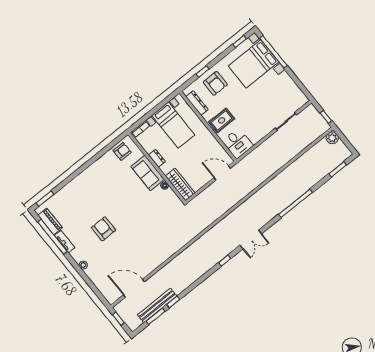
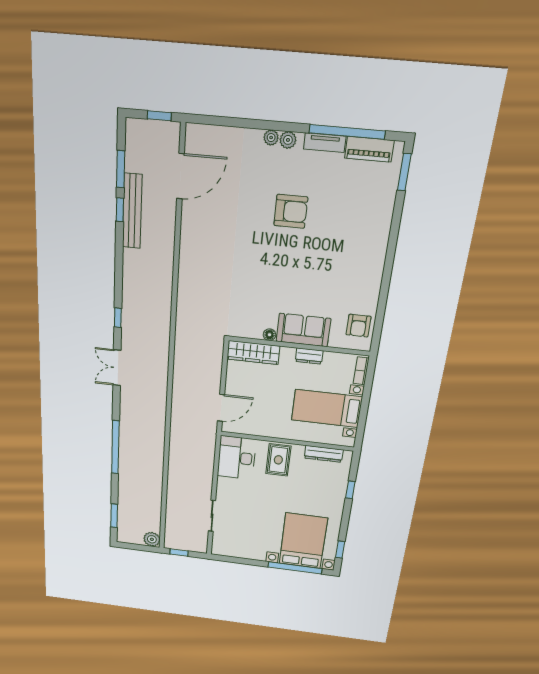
armchair: (215, 83) -> (324, 490), removed
desk: (238, 143) -> (237, 458), width x1.37
plant: (78, 257) -> (288, 140), added
bench: (157, 305) -> (132, 211), moved

